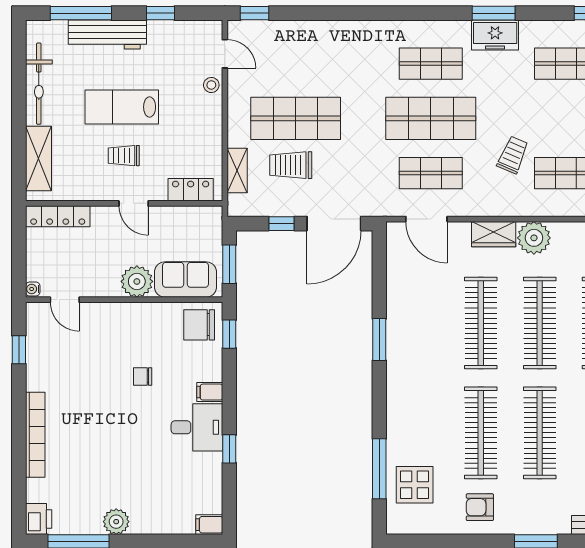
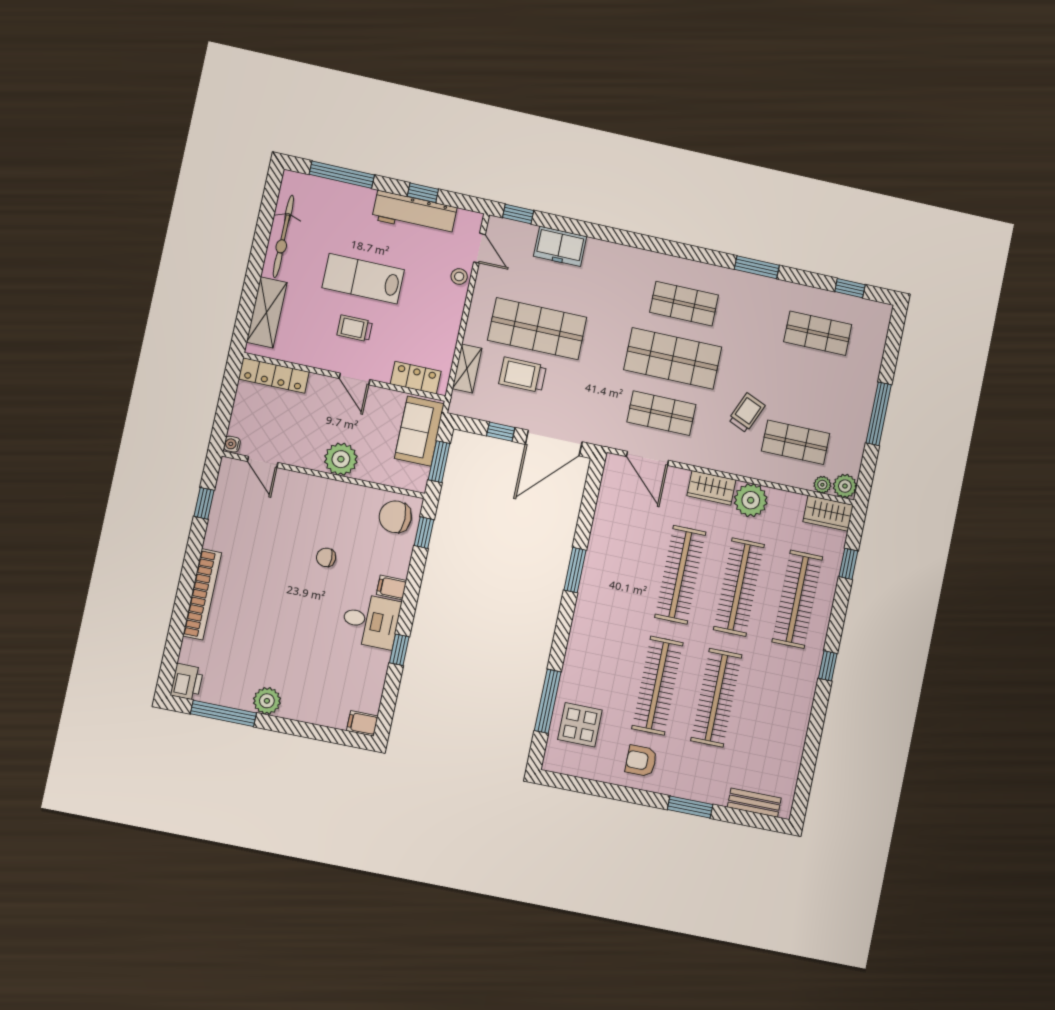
workbench: (107, 34) -> (414, 213), moved
freezer: (495, 35) -> (560, 246), moved
sofa: (186, 280) -> (419, 431), moved, turned -90

